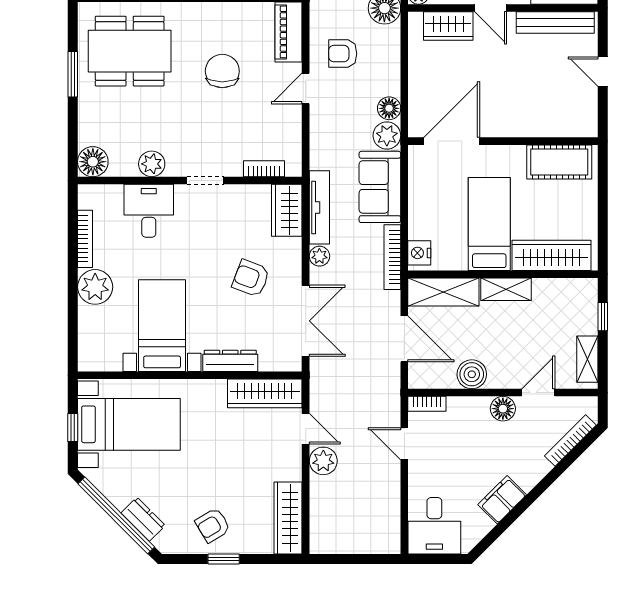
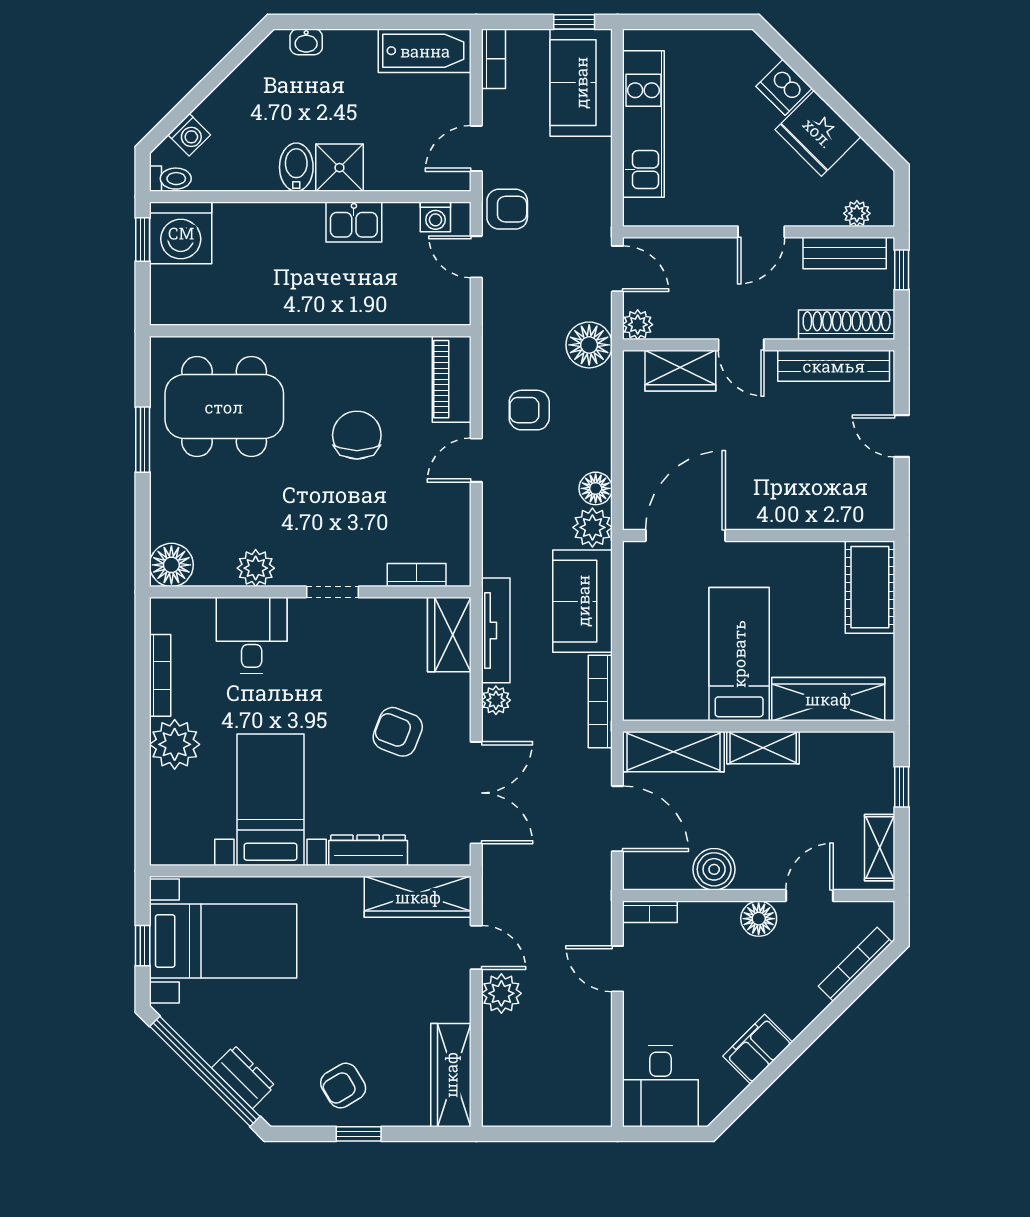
cot: (559, 162) -> (870, 587), moved, turned 90
nightstand: (419, 253) -> (639, 696), removed

